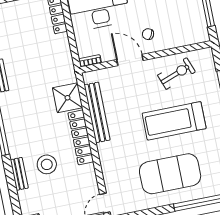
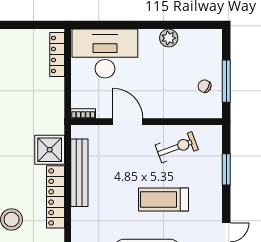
chair: (148, 34) -> (205, 86), moved
treadmill: (174, 121) -> (163, 199), width x0.73, depth x0.73

